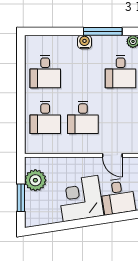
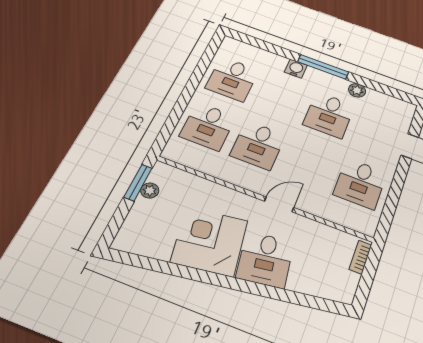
door: (112, 155) -> (279, 204), swing flipped
plant: (35, 180) -> (150, 190), width x0.53, depth x0.53
window: (21, 198) -> (138, 183), moved

